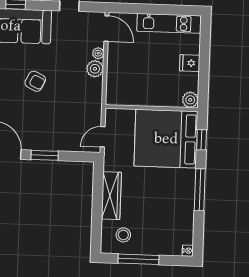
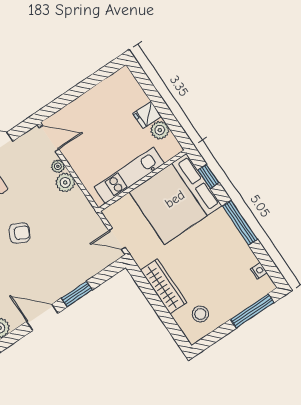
kitchen unit: (169, 23) -> (129, 175), moved, turned 180
plant: (190, 100) -> (160, 130), moved
door: (103, 137) -> (117, 239), hinge flipped
nightstand: (188, 251) -> (259, 271), moved
window: (138, 259) -> (252, 311), moved

